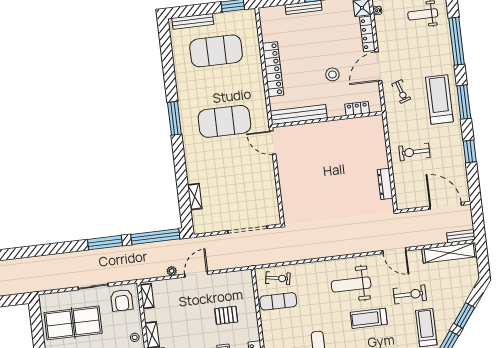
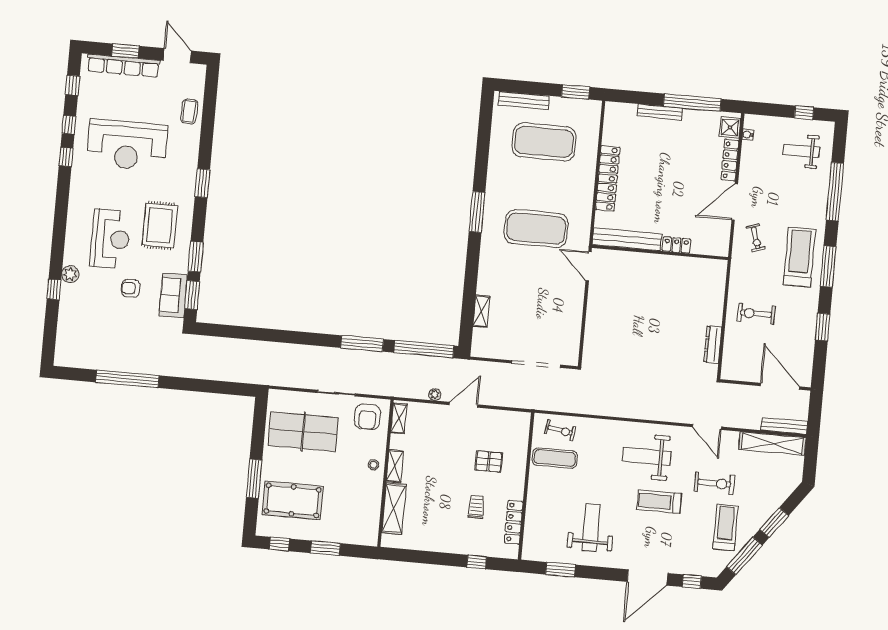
stool: (332, 74) -> (678, 200), removed
locker: (357, 109) -> (676, 245), moved
bench: (461, 236) -> (784, 426), width x1.36

